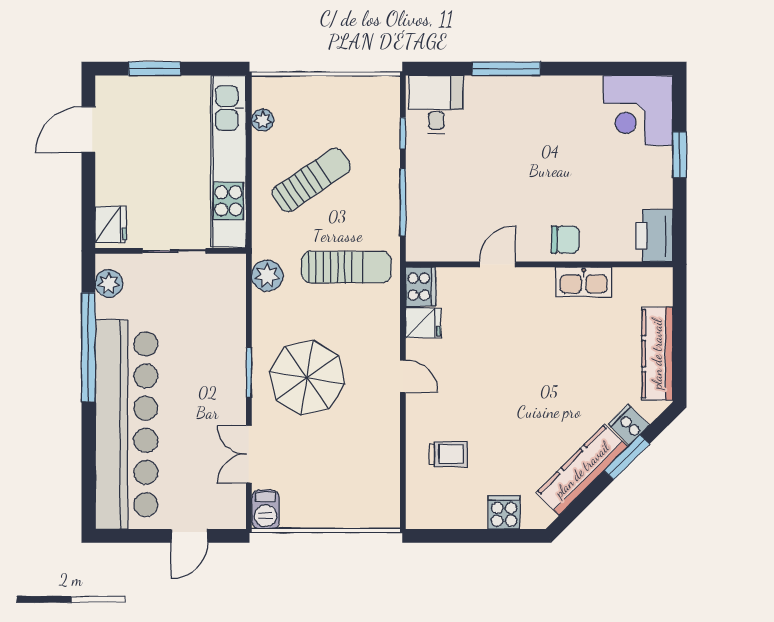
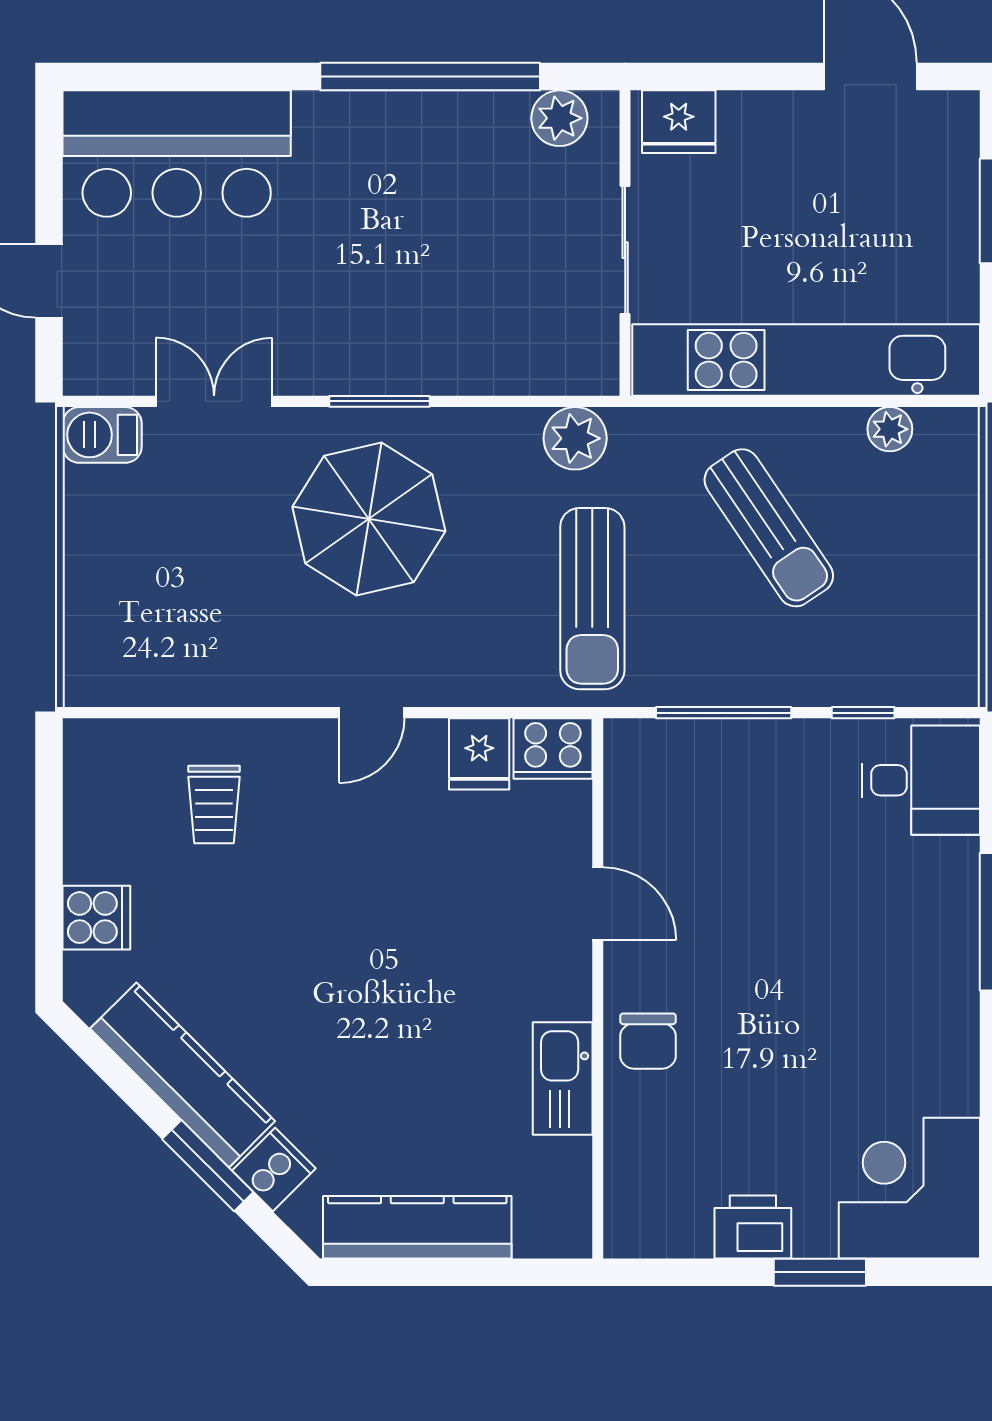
printer: (654, 236) -> (753, 1227), moved, width x0.73, depth x0.84
bar counter: (126, 424) -> (177, 154), width x0.54

